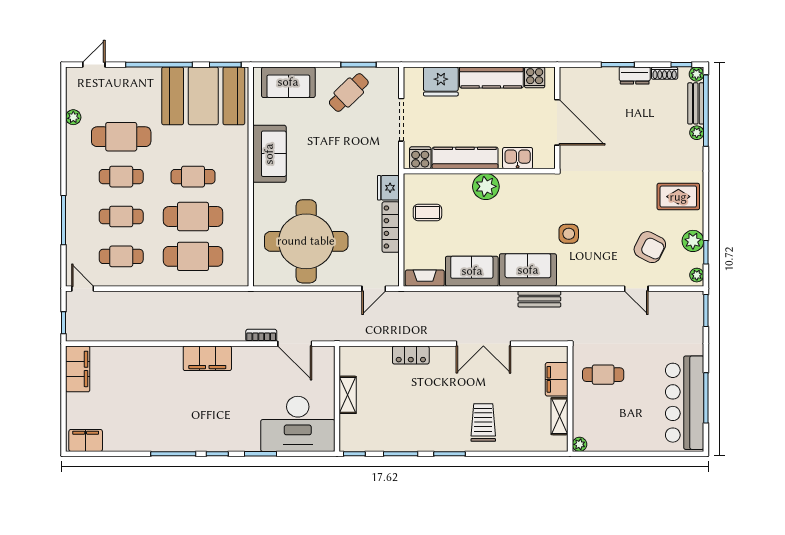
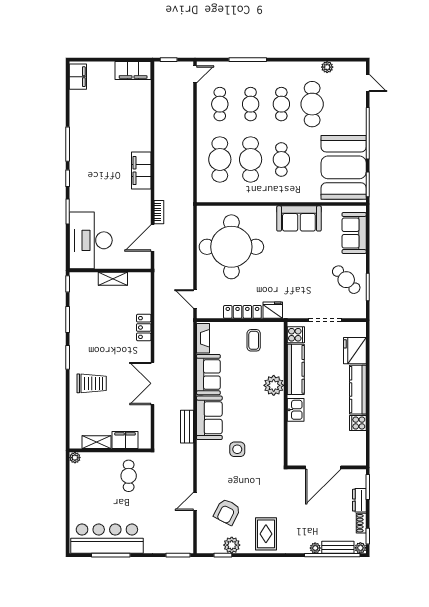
wall: (557, 118) -> (327, 467), moved
door: (557, 122) -> (323, 467), moved
plant: (697, 275) -> (205, 548), removed

